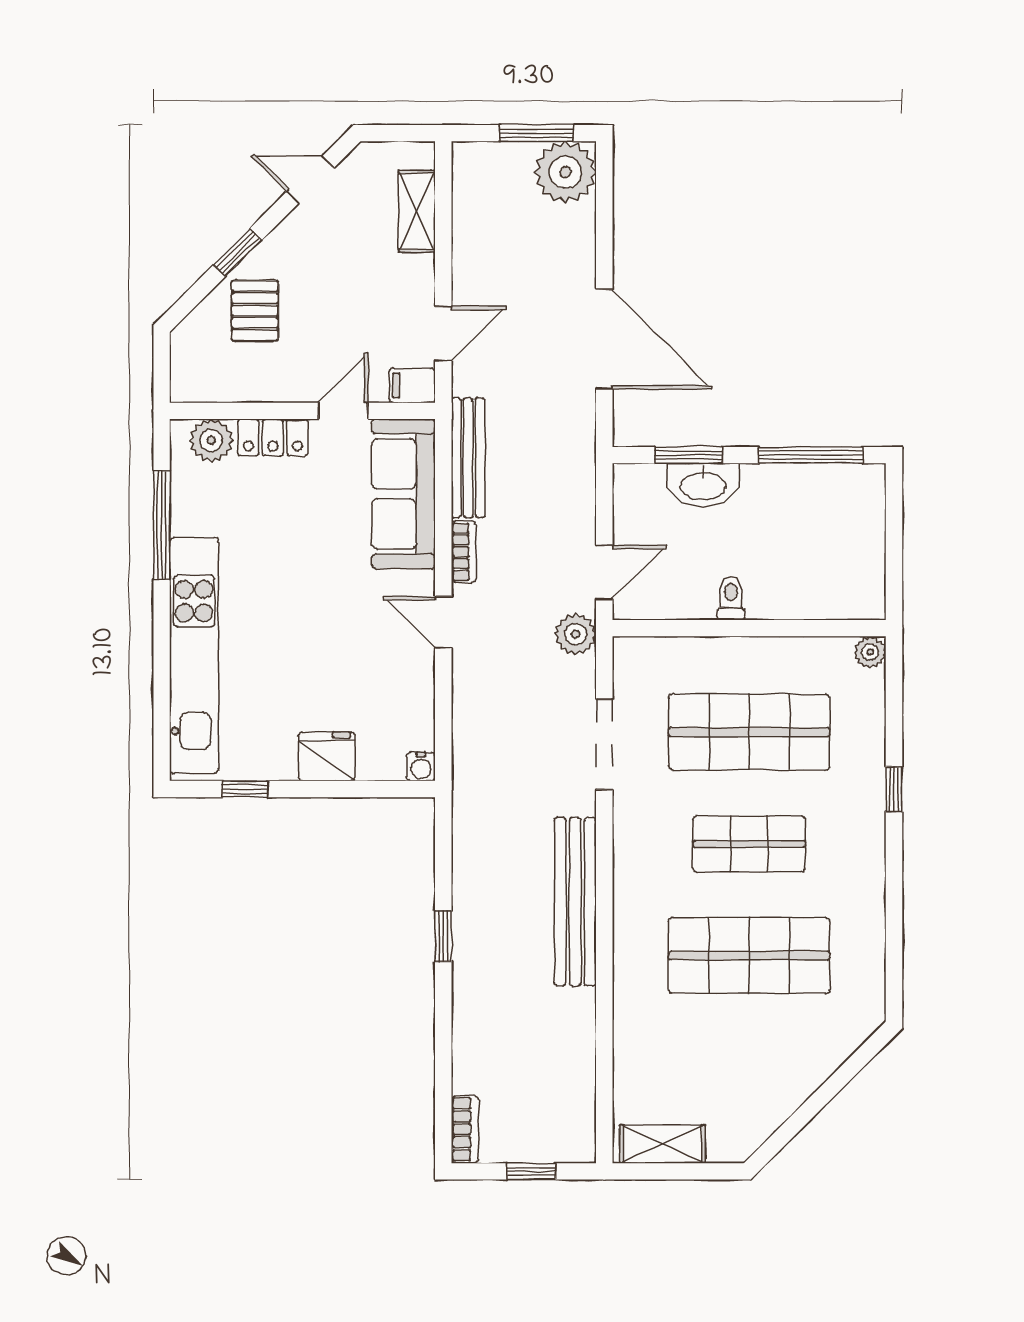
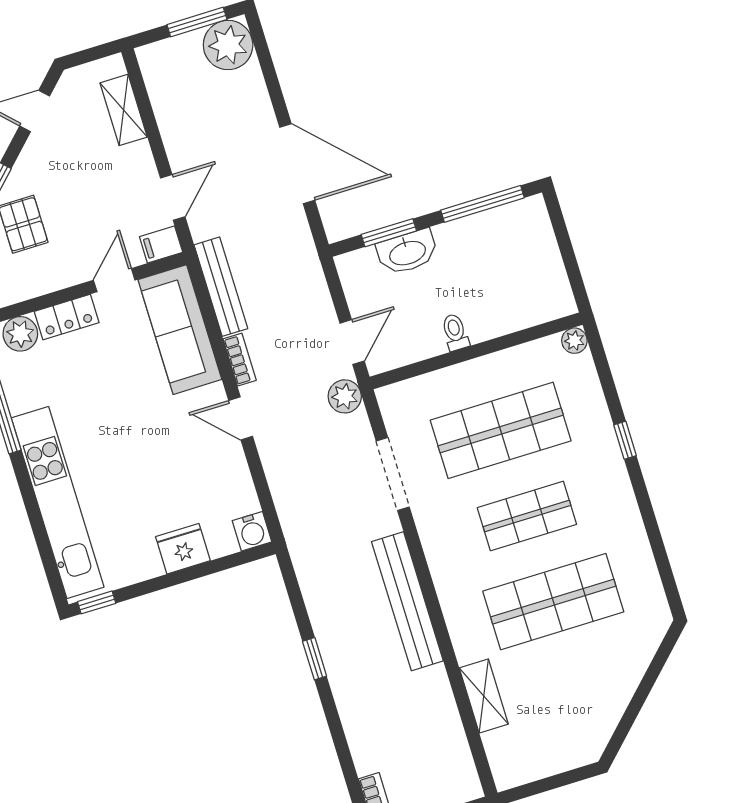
water cooler: (421, 767) -> (252, 531), width x1.38, depth x1.38
window: (245, 789) -> (97, 602), moved
shelving: (663, 1144) -> (484, 696), moved, turned 90

